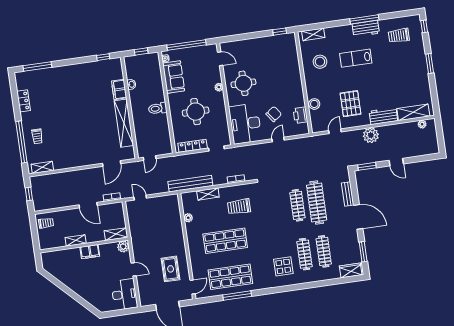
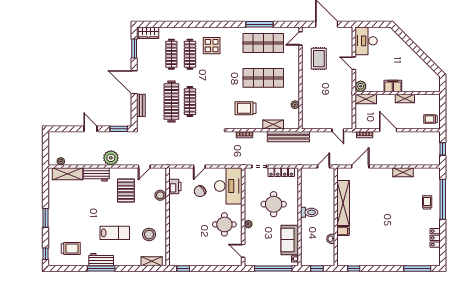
filing cabinet: (119, 89) -> (343, 231), width x0.50
shelving: (42, 167) -> (403, 172), moved
trolley: (239, 207) -> (245, 108), turned 180

